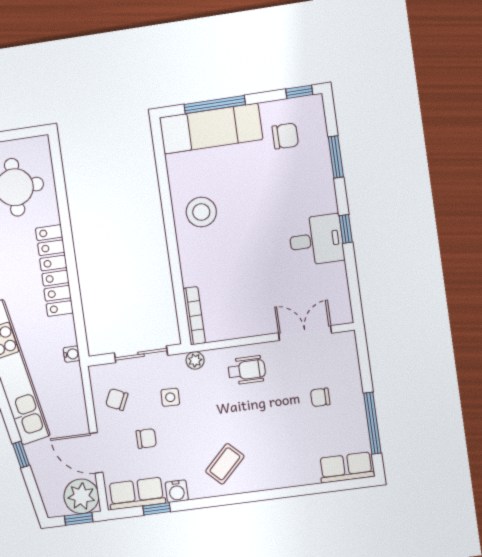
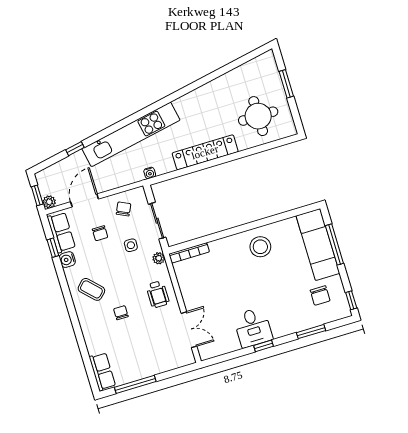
chair: (320, 397) -> (121, 313), moved
plant: (81, 496) -> (49, 202), width x0.53, depth x0.53

